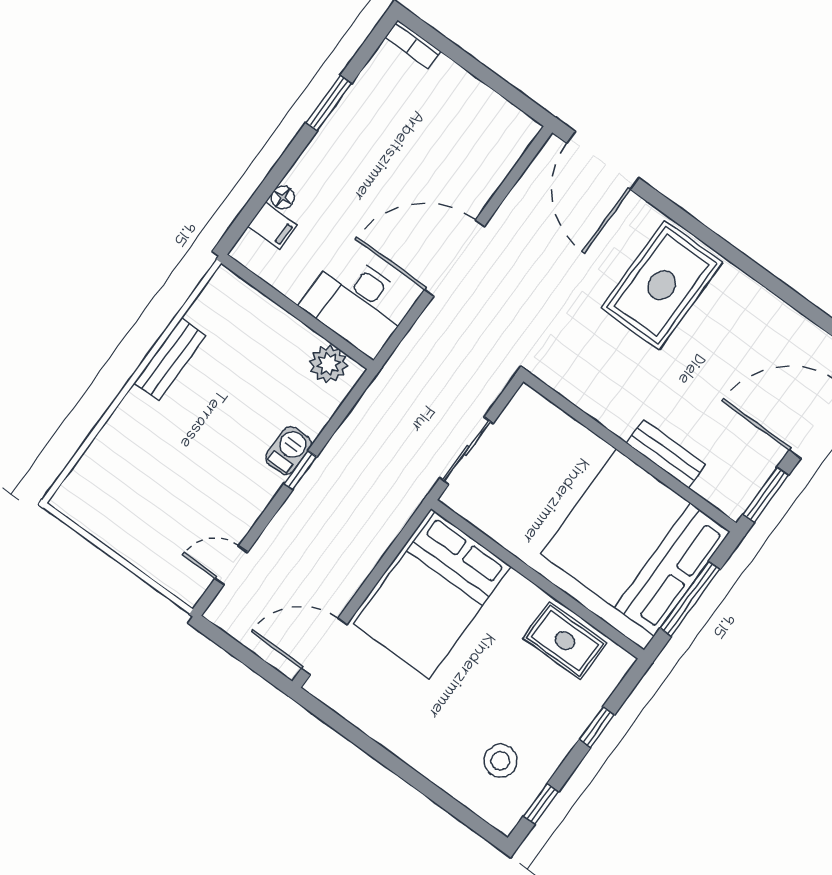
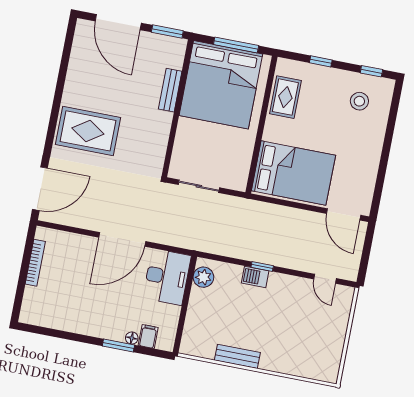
bookcase: (413, 44) -> (35, 263), moved, width x1.56
window: (329, 103) -> (118, 345), moved
door: (455, 258) -> (122, 239), hinge flipped
sliding door: (466, 451) -> (199, 186), moved

